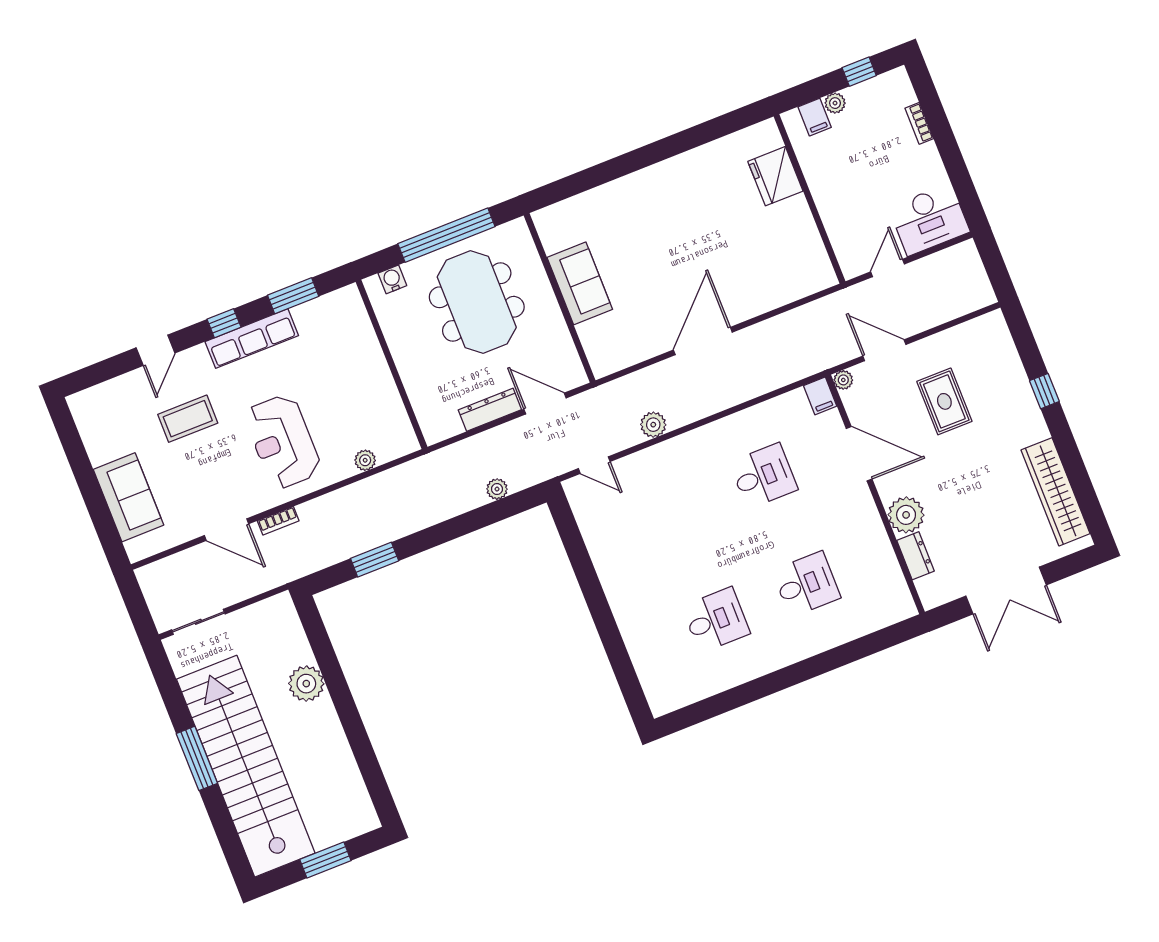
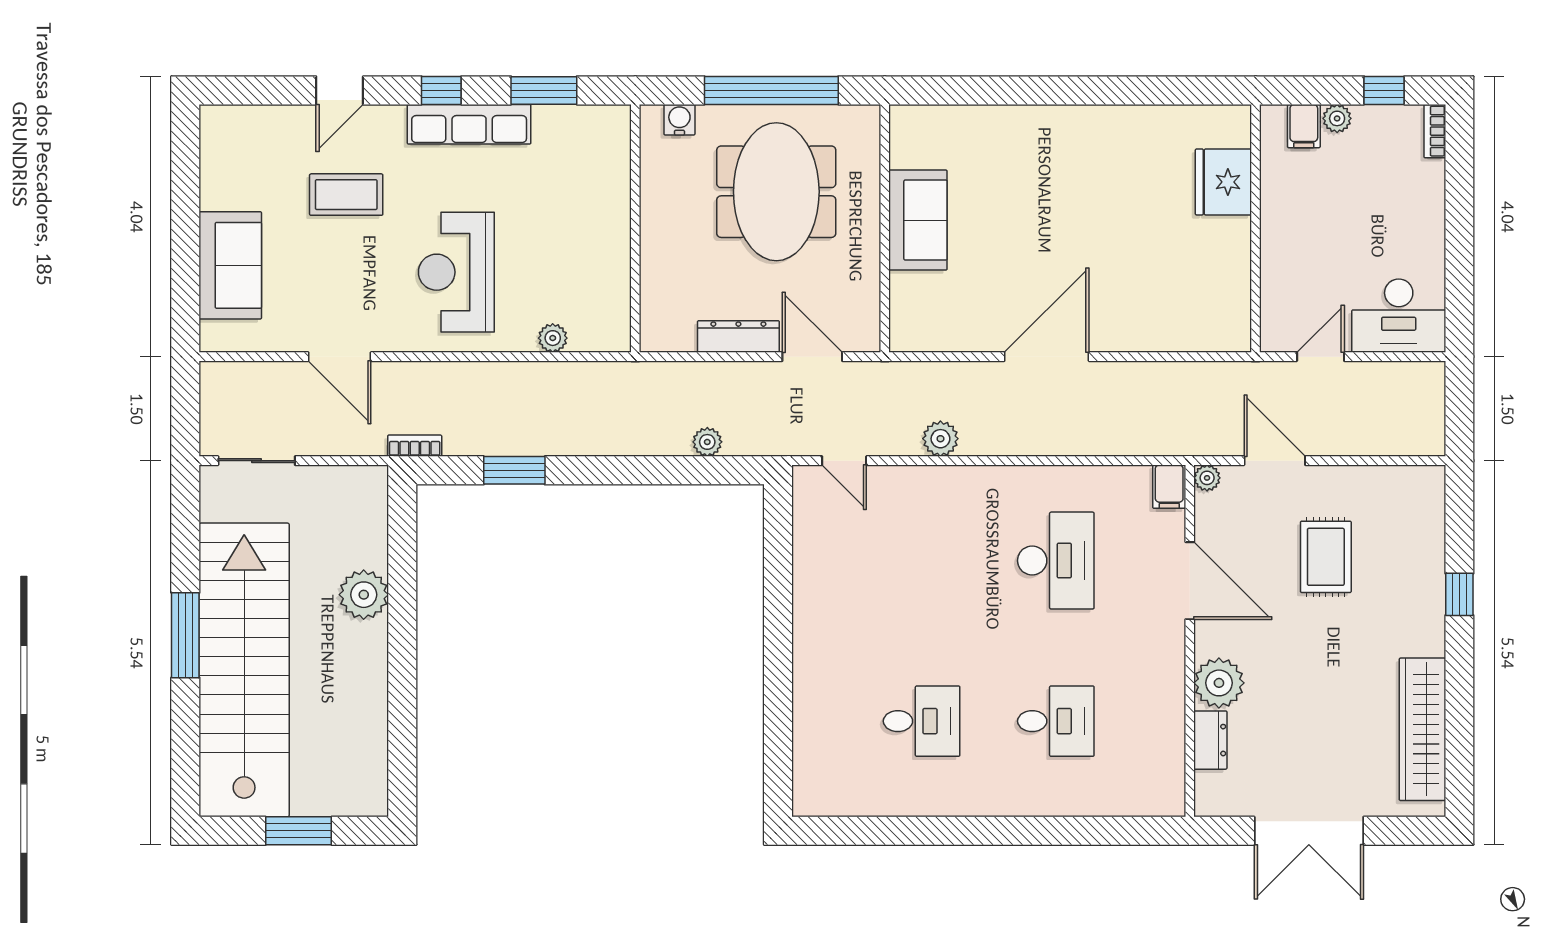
bookcase: (919, 123) -> (1435, 131), moved
desk: (763, 476) -> (1056, 561), width x1.37
bookcase: (278, 521) -> (415, 446), moved, turned 180

